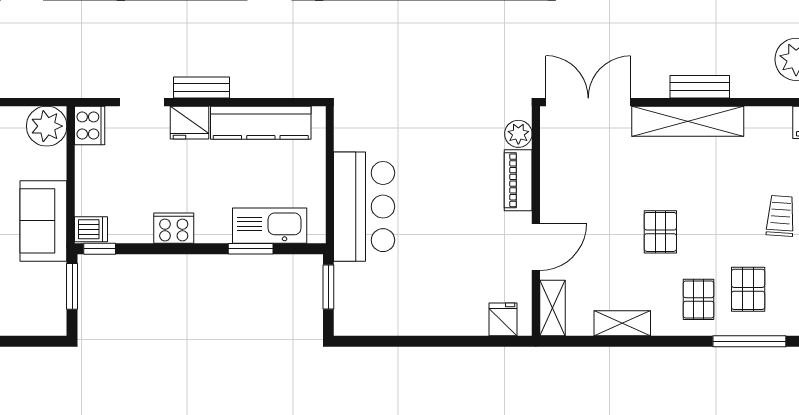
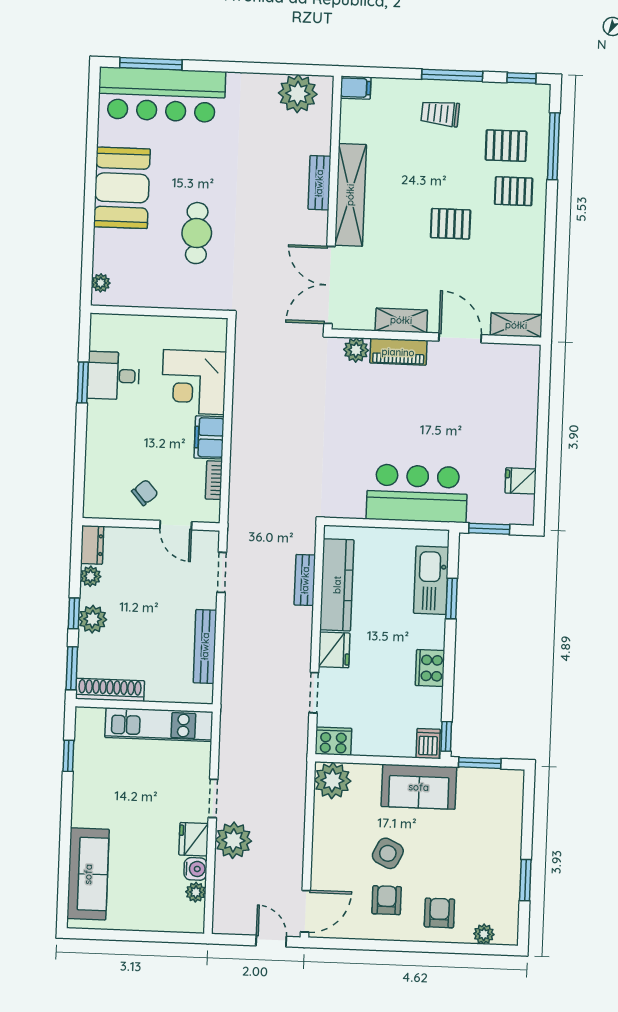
bench: (201, 87) -> (305, 580), moved
fridge: (503, 319) -> (521, 481), moved
shelving: (622, 323) -> (401, 320), moved, turned 90

